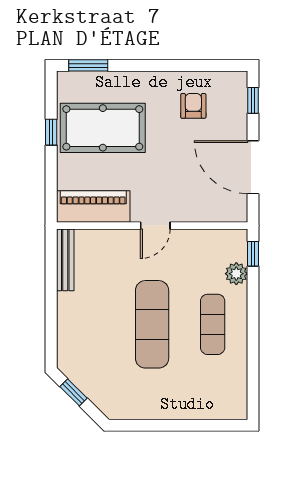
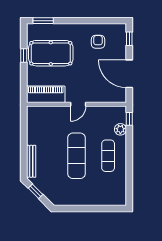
bench: (65, 260) -> (31, 161), moved

